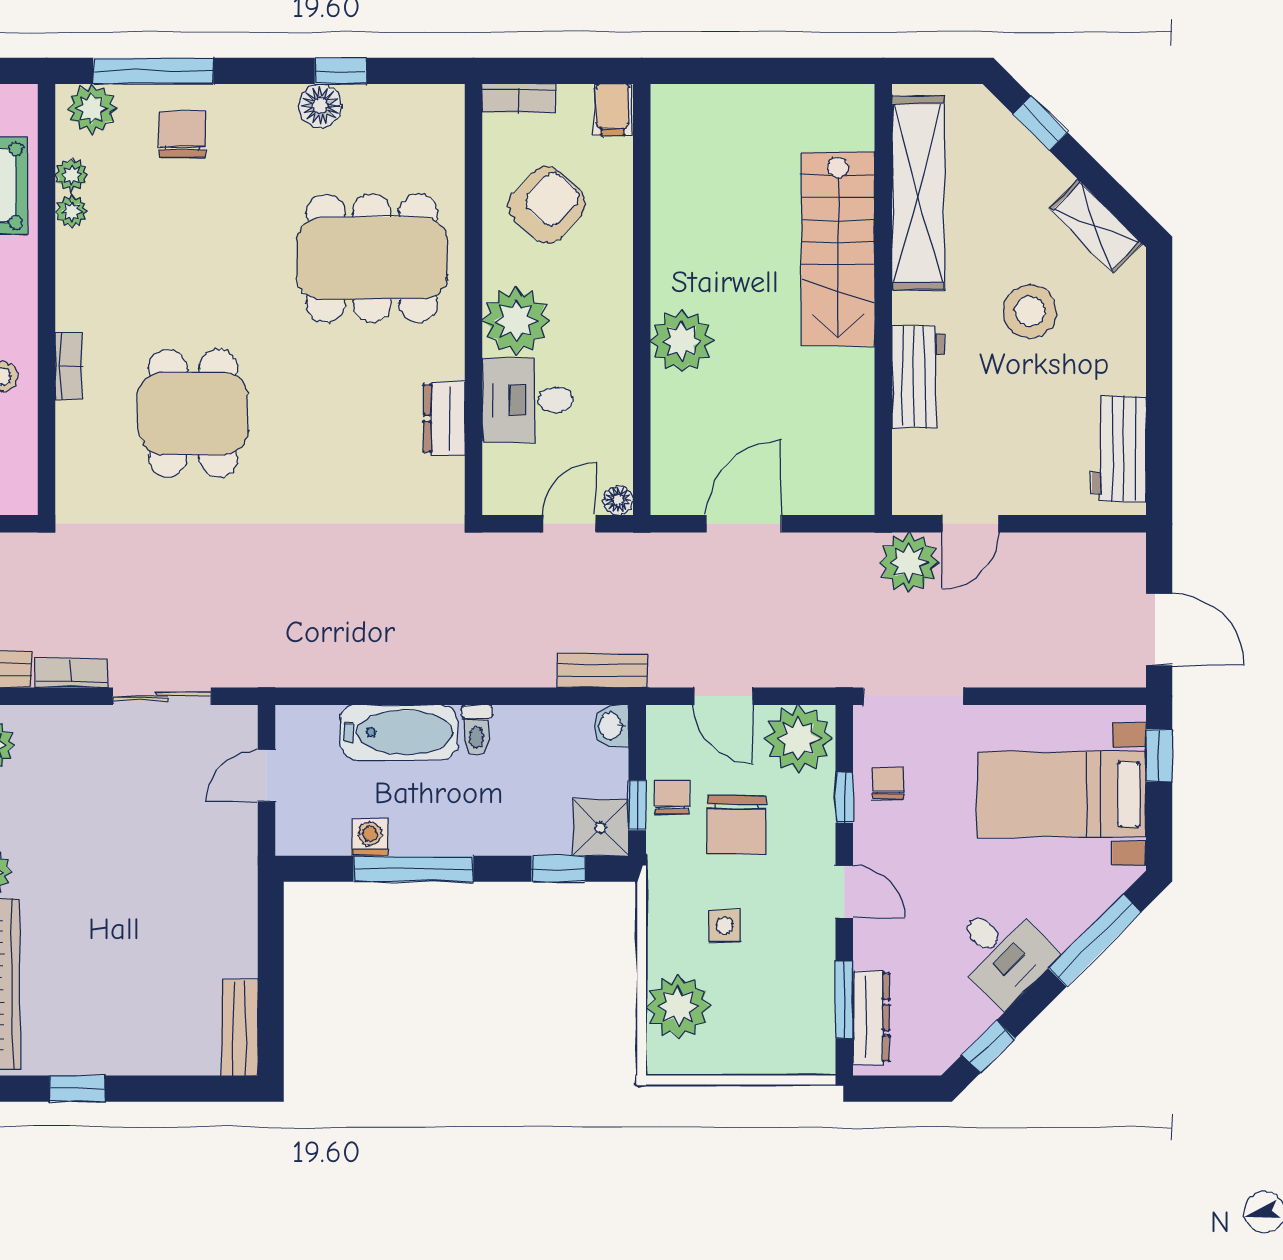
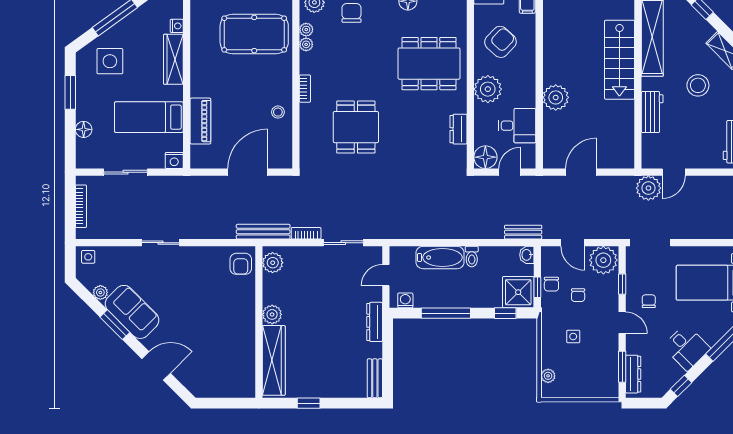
bookcase: (69, 366) -> (305, 89), moved
desk: (528, 400) -> (517, 126), moved, turned 180
floor lamp: (618, 500) -> (485, 157), moved, width x1.89, depth x1.89
chair: (888, 783) -> (649, 301), moved
chair: (672, 798) -> (551, 284), turned 180
chair: (737, 825) -> (578, 295), width x0.54, depth x0.54
shower: (600, 828) -> (518, 292), width x1.36, depth x1.36
washing machine: (370, 837) -> (405, 300), moved
dresser: (239, 890) -> (375, 322), added
plant: (678, 1007) -> (548, 376), width x0.53, depth x0.53

